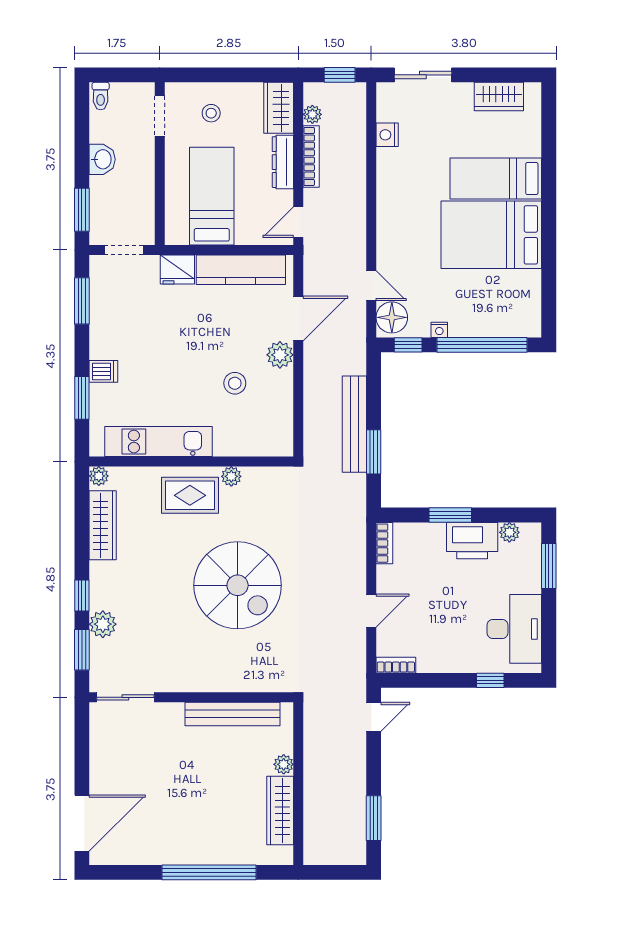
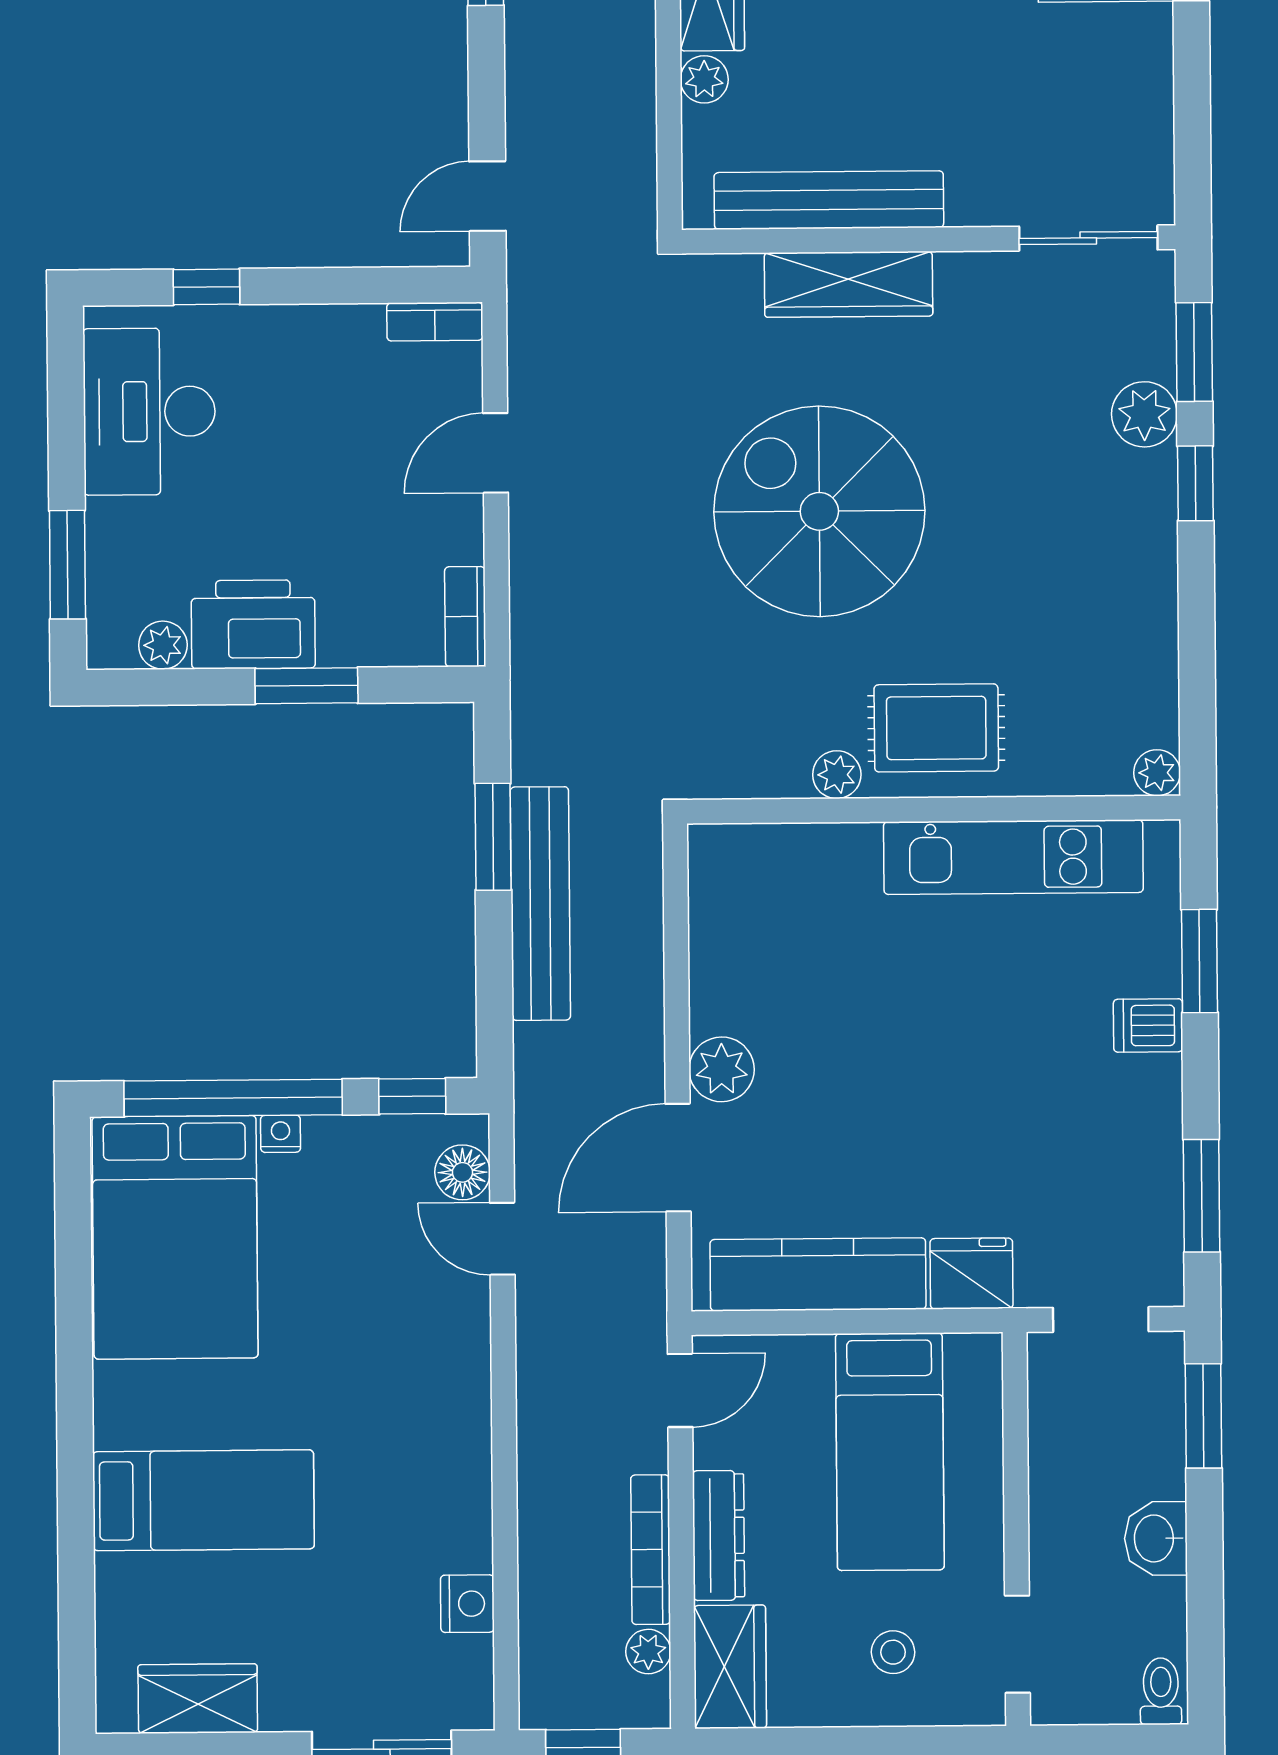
bed: (491, 235) -> (175, 1237), moved, turned 90
floor lamp: (392, 317) -> (462, 1172), width x0.73, depth x0.73
nightstand: (439, 330) -> (281, 1134), moved
stool: (235, 383) -> (830, 1000), removed
wardrobe: (103, 525) -> (849, 284), moved, turned -90

